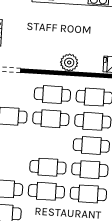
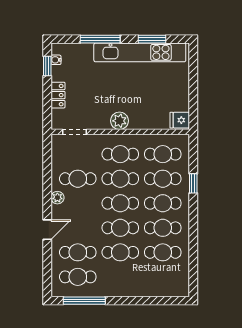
plant: (69, 63) -> (119, 121), moved
cafe table: (49, 143) -> (120, 203), added

